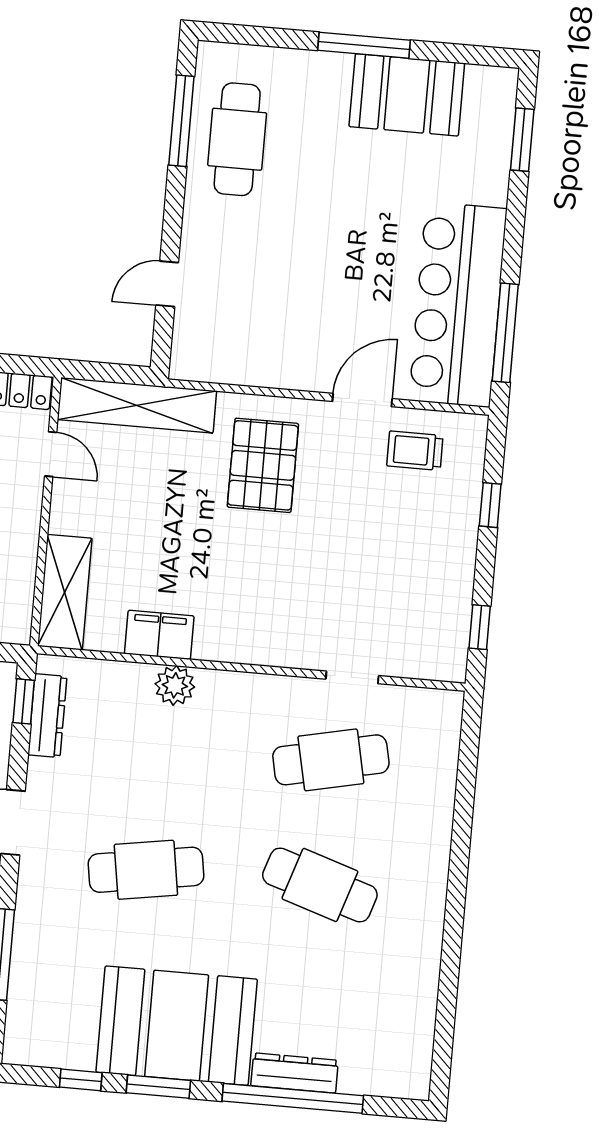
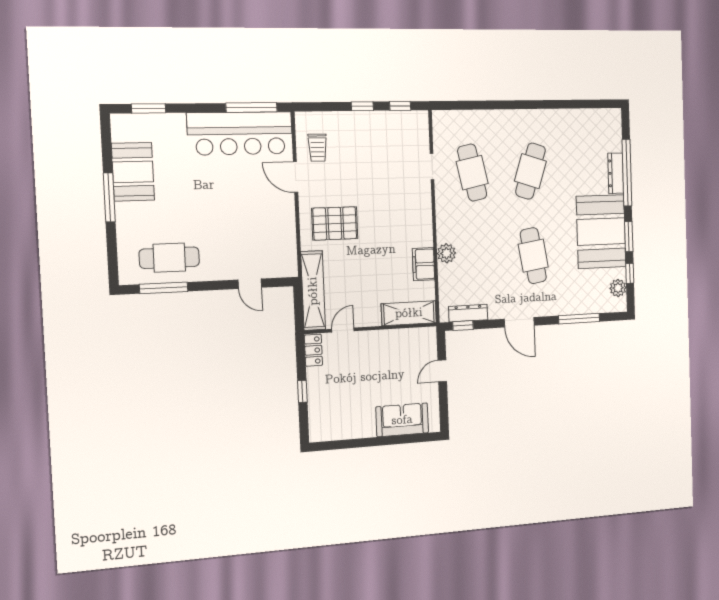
window: (490, 505) -> (362, 106), moved
plant: (54, 1050) -> (618, 288), added

